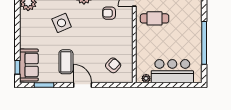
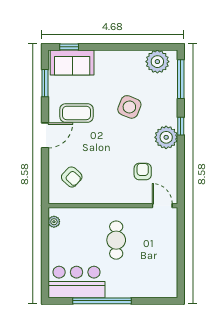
cafe table: (155, 18) -> (116, 240), moved
side table: (62, 23) -> (129, 107), turned 45
bar counter: (172, 71) -> (77, 282), moved, turned -90

